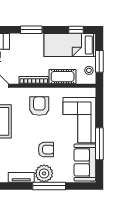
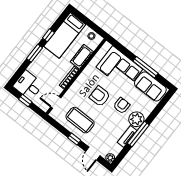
window: (76, 30) -> (48, 35), moved
window: (99, 61) -> (91, 24), removed
armchair: (39, 106) -> (100, 96), moved
window: (49, 186) -> (138, 134), moved

